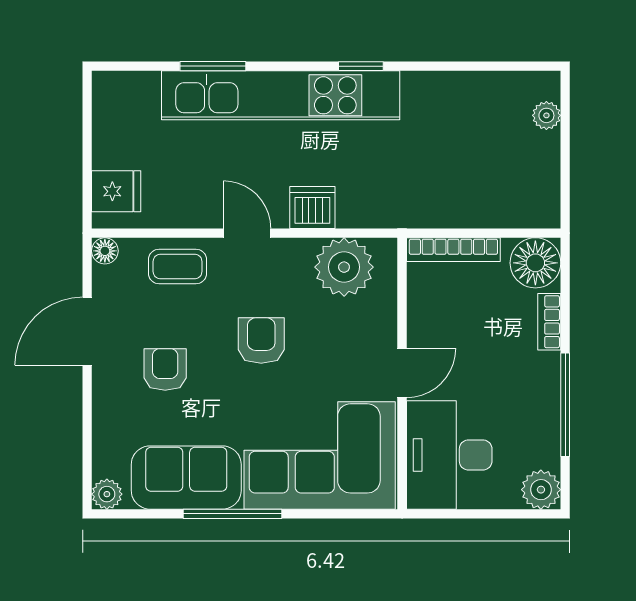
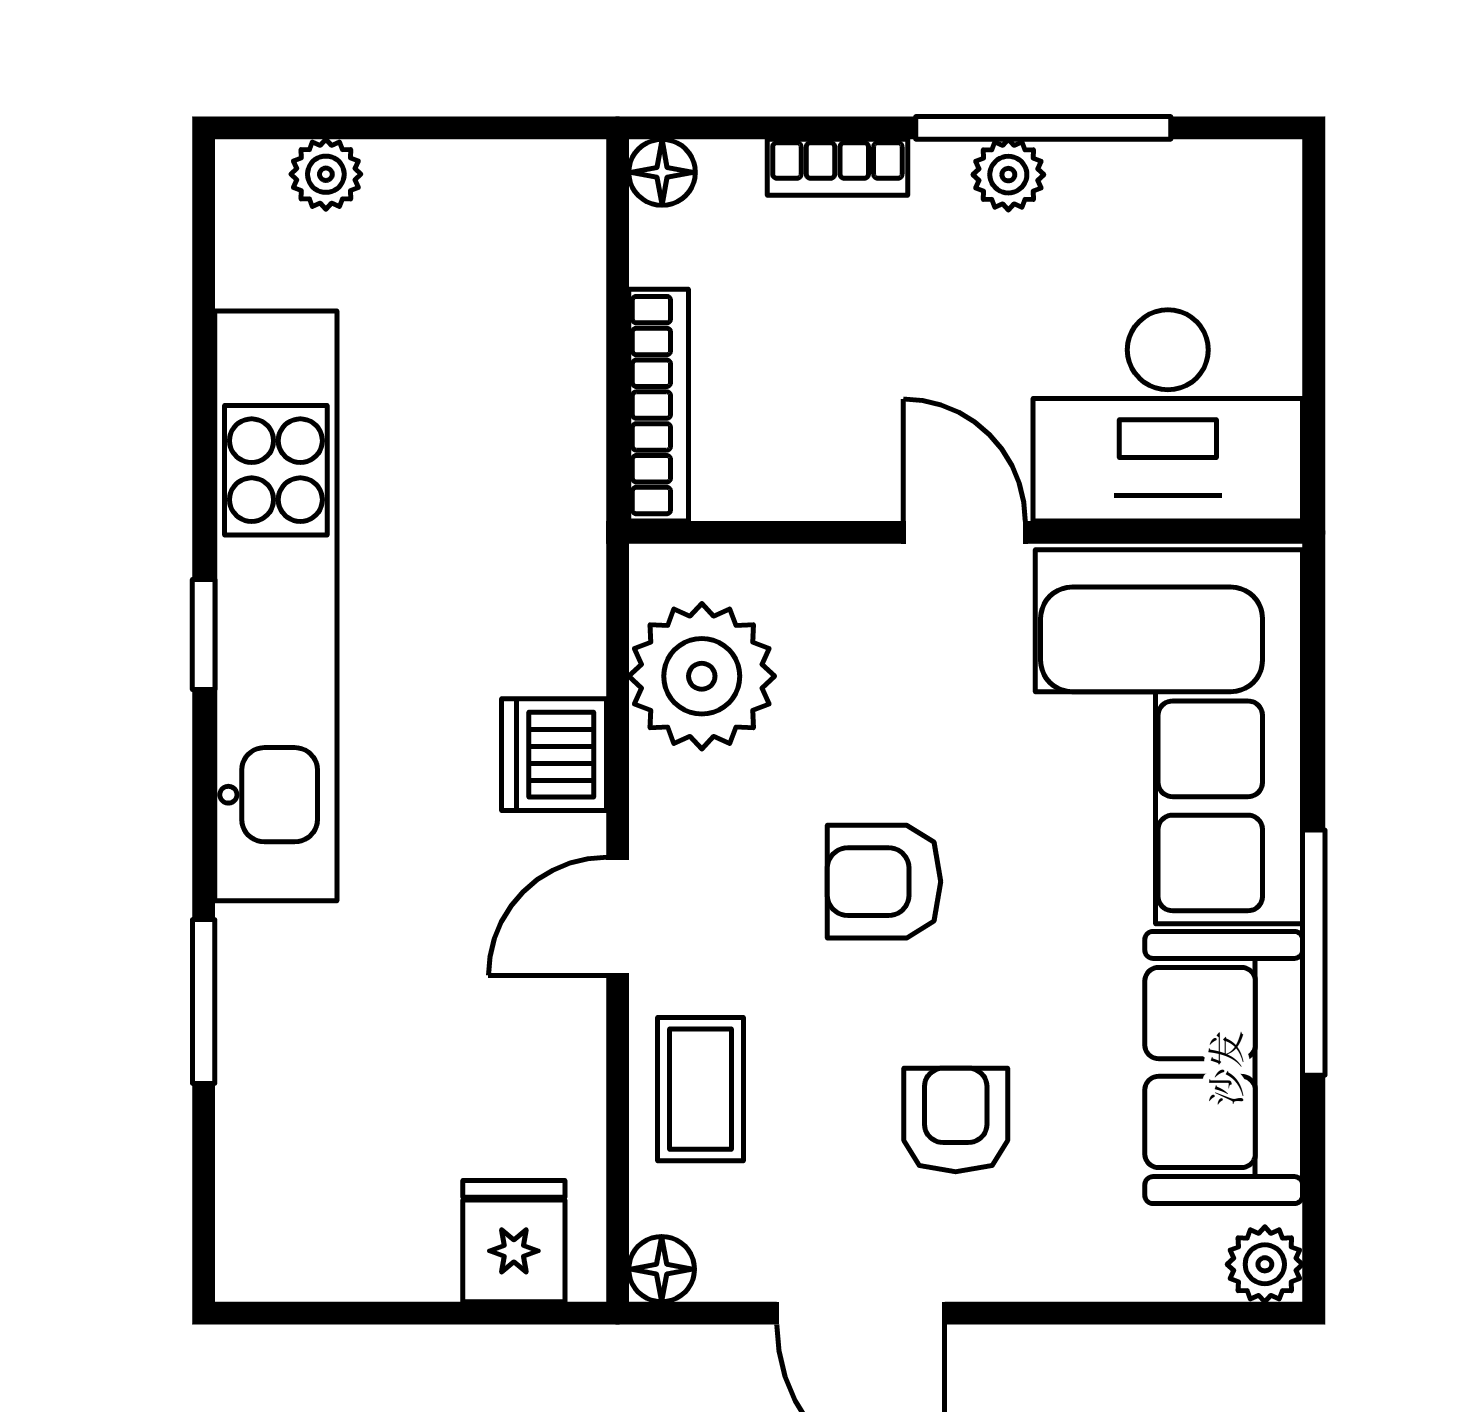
kitchen unit: (281, 95) -> (276, 606), moved
floor lamp: (535, 263) -> (662, 172), width x0.53, depth x0.53
armchair: (165, 369) -> (956, 1120), turned 90
plant: (541, 490) -> (1008, 175), moved, width x0.73, depth x0.73

